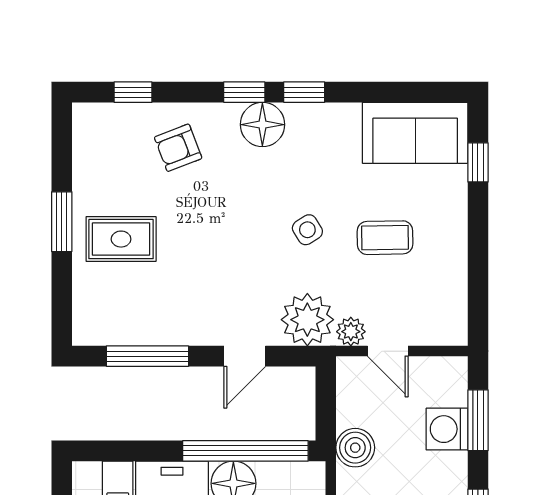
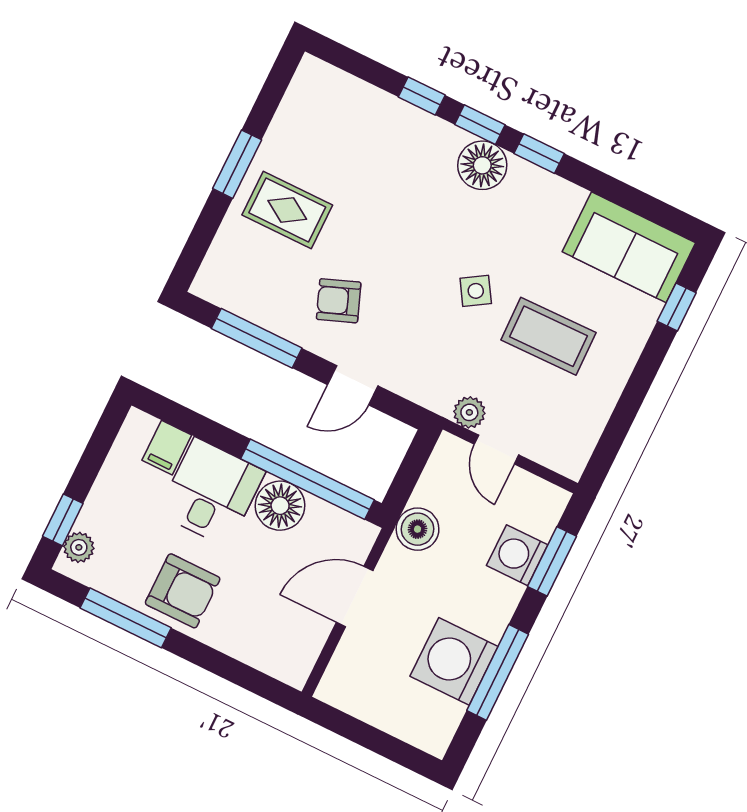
window: (133, 92) -> (422, 96), moved
armchair: (178, 148) -> (339, 301), moved
coffee table: (385, 238) -> (548, 336), width x1.36, depth x1.30
plant: (307, 320) -> (432, 380), removed

